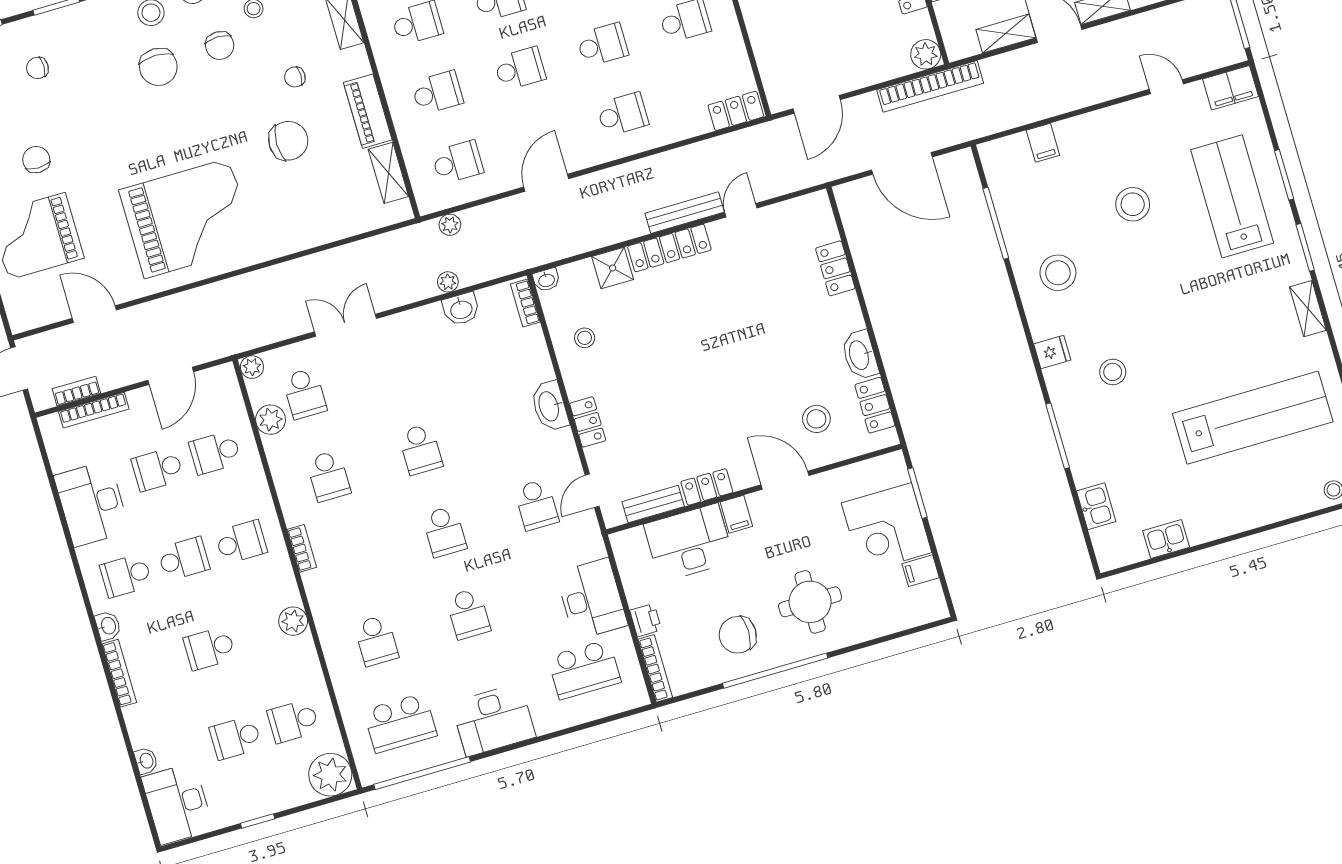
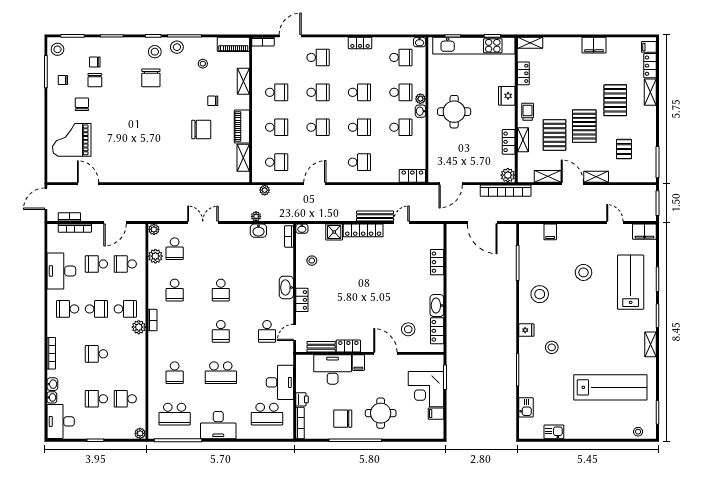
chair: (220, 46) -> (95, 80), moved
grand piano: (187, 218) -> (144, 152), removed
school desk: (468, 614) -> (221, 373), width x1.85
plant: (293, 621) -> (139, 327), moved
washbasin: (108, 626) -> (52, 384), moved
plant: (330, 775) -> (140, 433), width x0.53, depth x0.53

